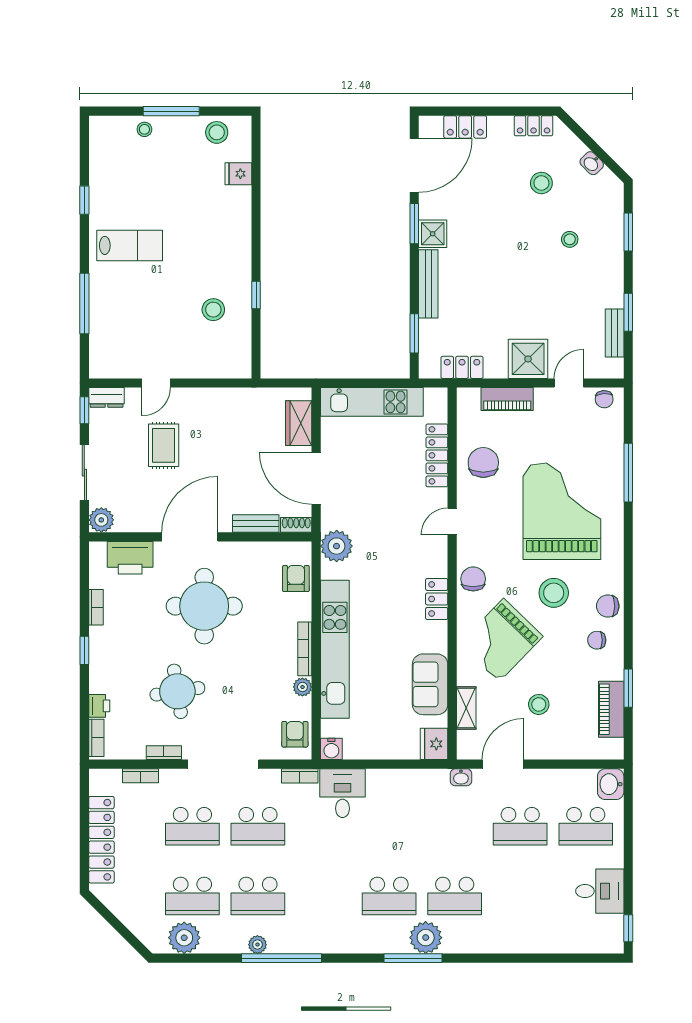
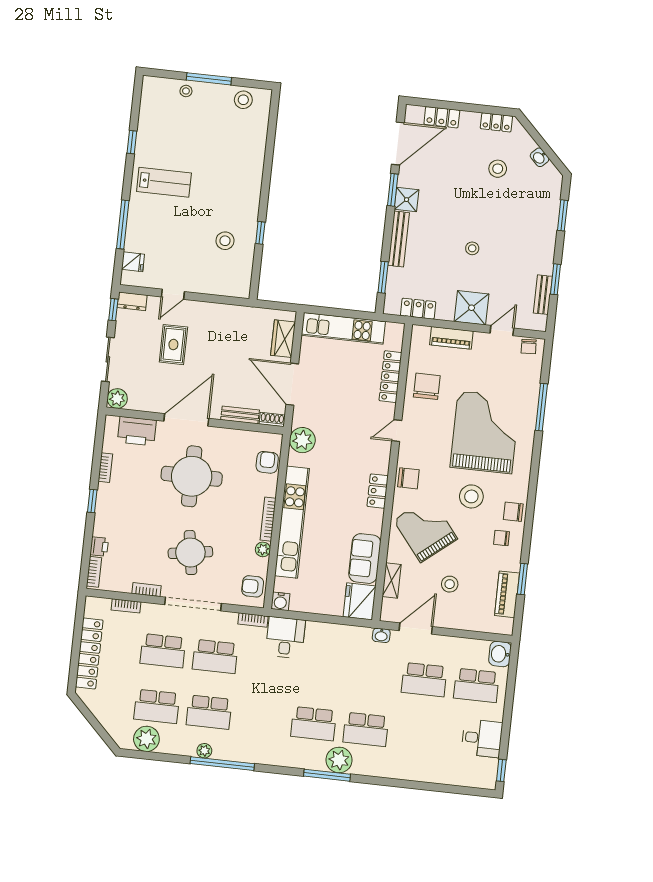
fridge: (238, 174) -> (133, 262), moved, turned 180
stool: (570, 239) -> (472, 248), moved
chair: (473, 579) -> (408, 478), turned 90
grand piano: (501, 640) -> (425, 529), turned 97
round table: (177, 691) -> (190, 553), moved
armchair: (295, 734) -> (253, 586), turned -90
fridge: (434, 744) -> (360, 601), width x1.36, depth x1.34

